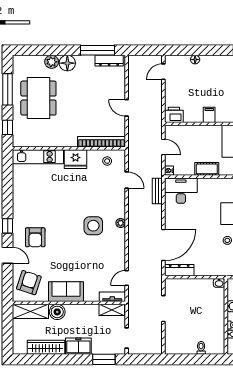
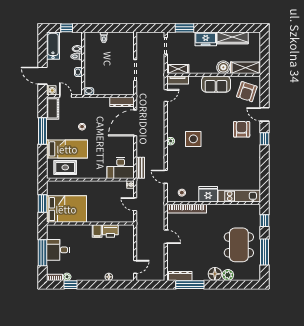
printer: (174, 115) -> (110, 231), moved
cot: (207, 169) -> (99, 186), removed

